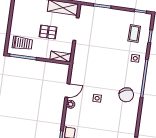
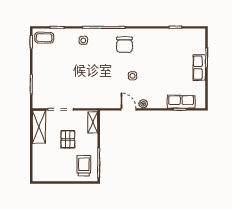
coffee table: (134, 34) -> (44, 38), moved
chair: (126, 95) -> (124, 45), turned 112

